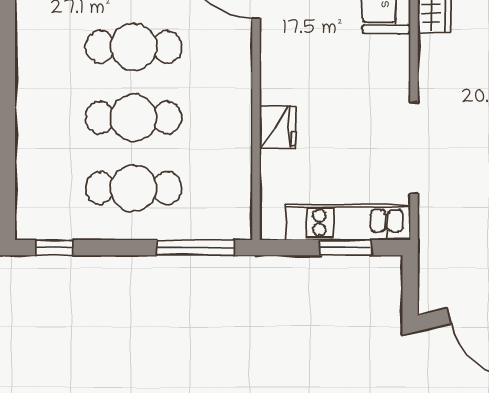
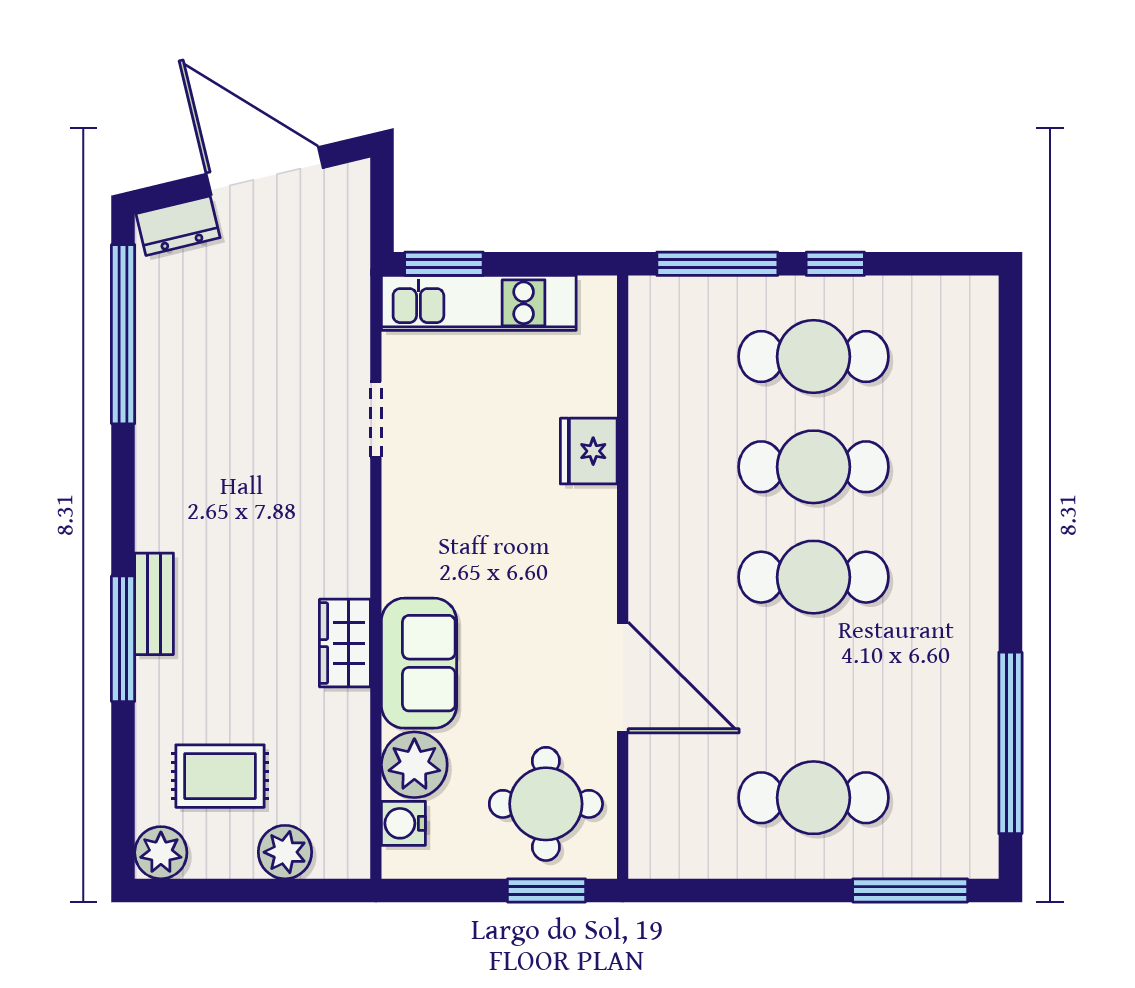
doorway: (414, 148) -> (376, 420), width x0.53
window: (55, 248) -> (835, 264), moved
window: (345, 248) -> (444, 264), moved

